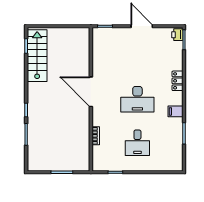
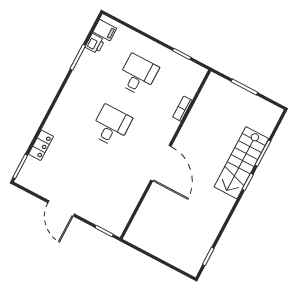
printer: (177, 35) -> (95, 44), moved
stairs: (37, 56) -> (241, 163), moved
locker: (177, 81) -> (41, 145), moved
desk: (137, 99) -> (111, 126), width x0.73
filing cabinet: (175, 111) -> (105, 30), moved

